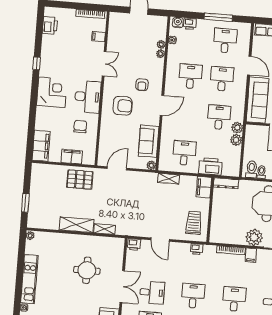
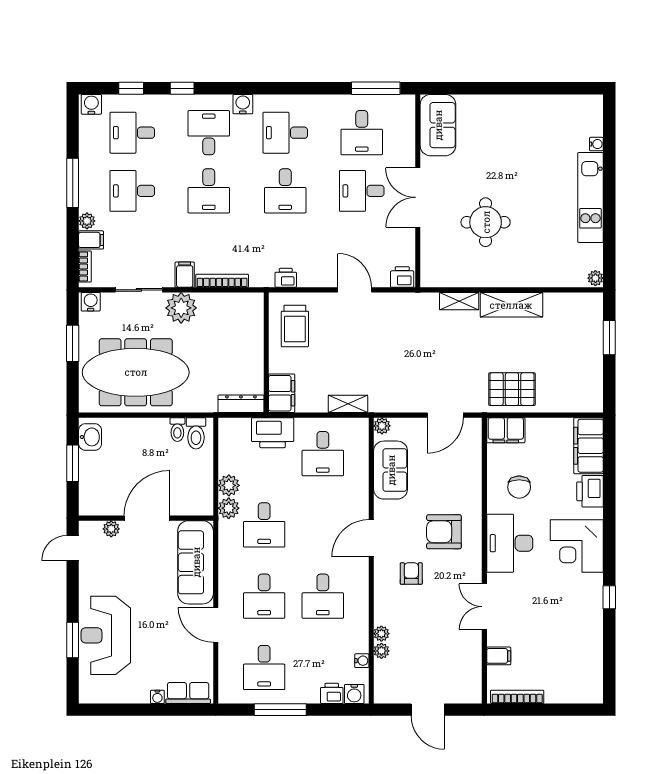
printer: (50, 25) -> (590, 491), moved
filing cabinet: (72, 157) -> (506, 430), moved

